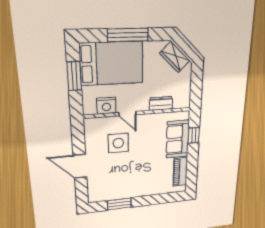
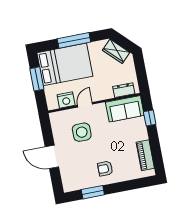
dresser: (161, 103) -> (124, 90), moved
door: (127, 114) -> (85, 105), swing flipped
sofa: (178, 139) -> (125, 109), moved, turned -90
armchair: (137, 182) -> (105, 169), added

